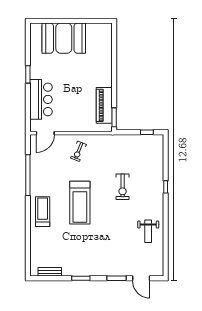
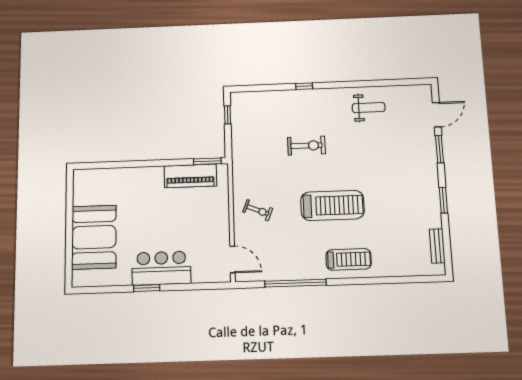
bar counter: (41, 99) -> (161, 268), moved
treadmill: (43, 212) -> (349, 259), turned 180

